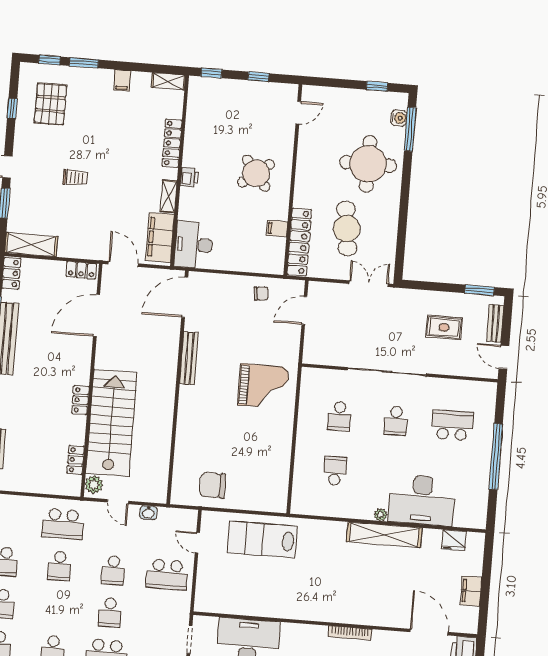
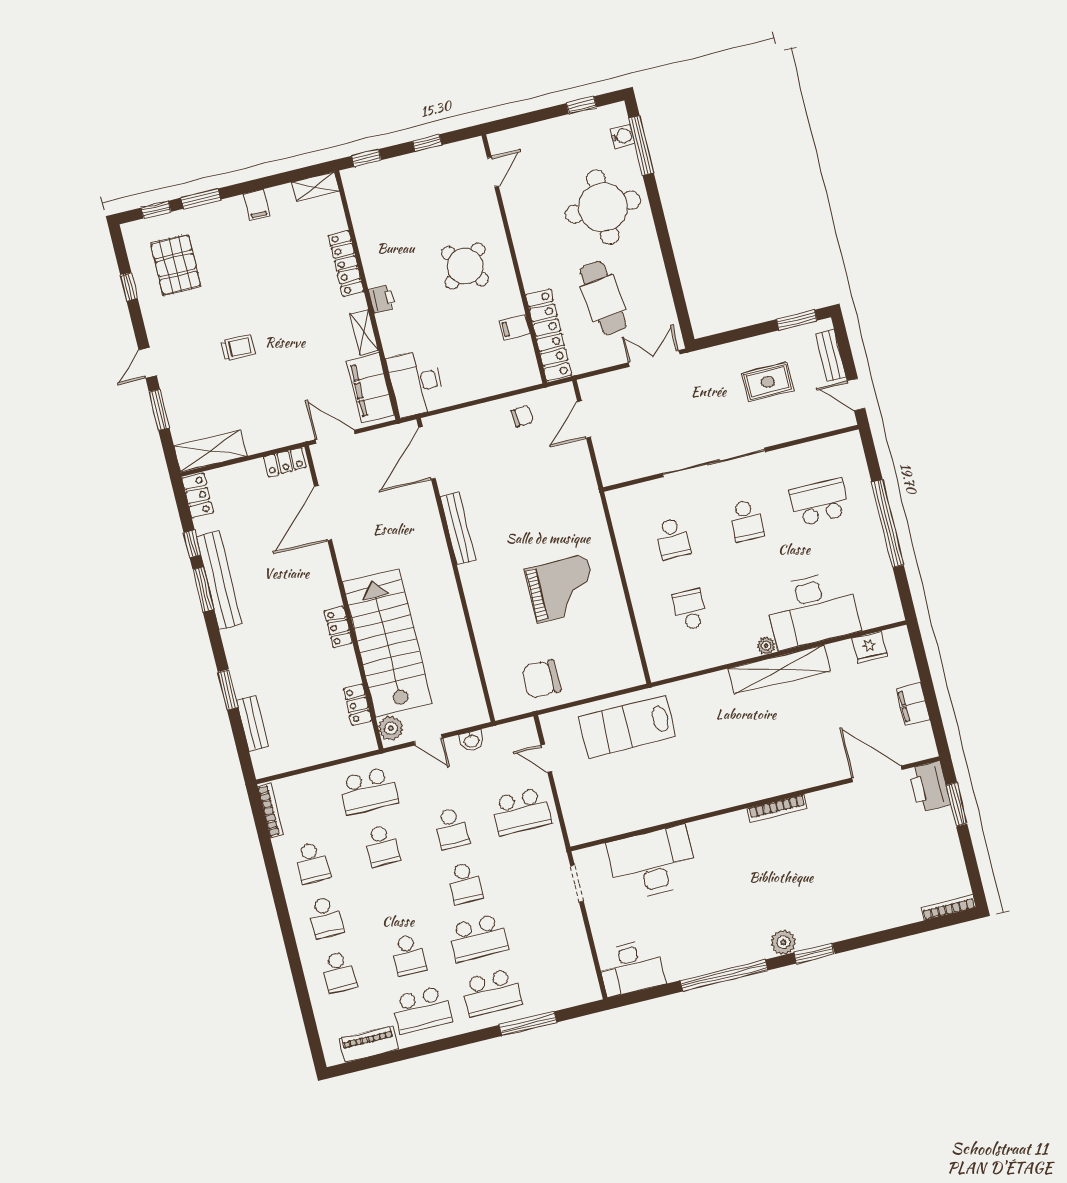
grand piano: (263, 386) -> (562, 588), moved

